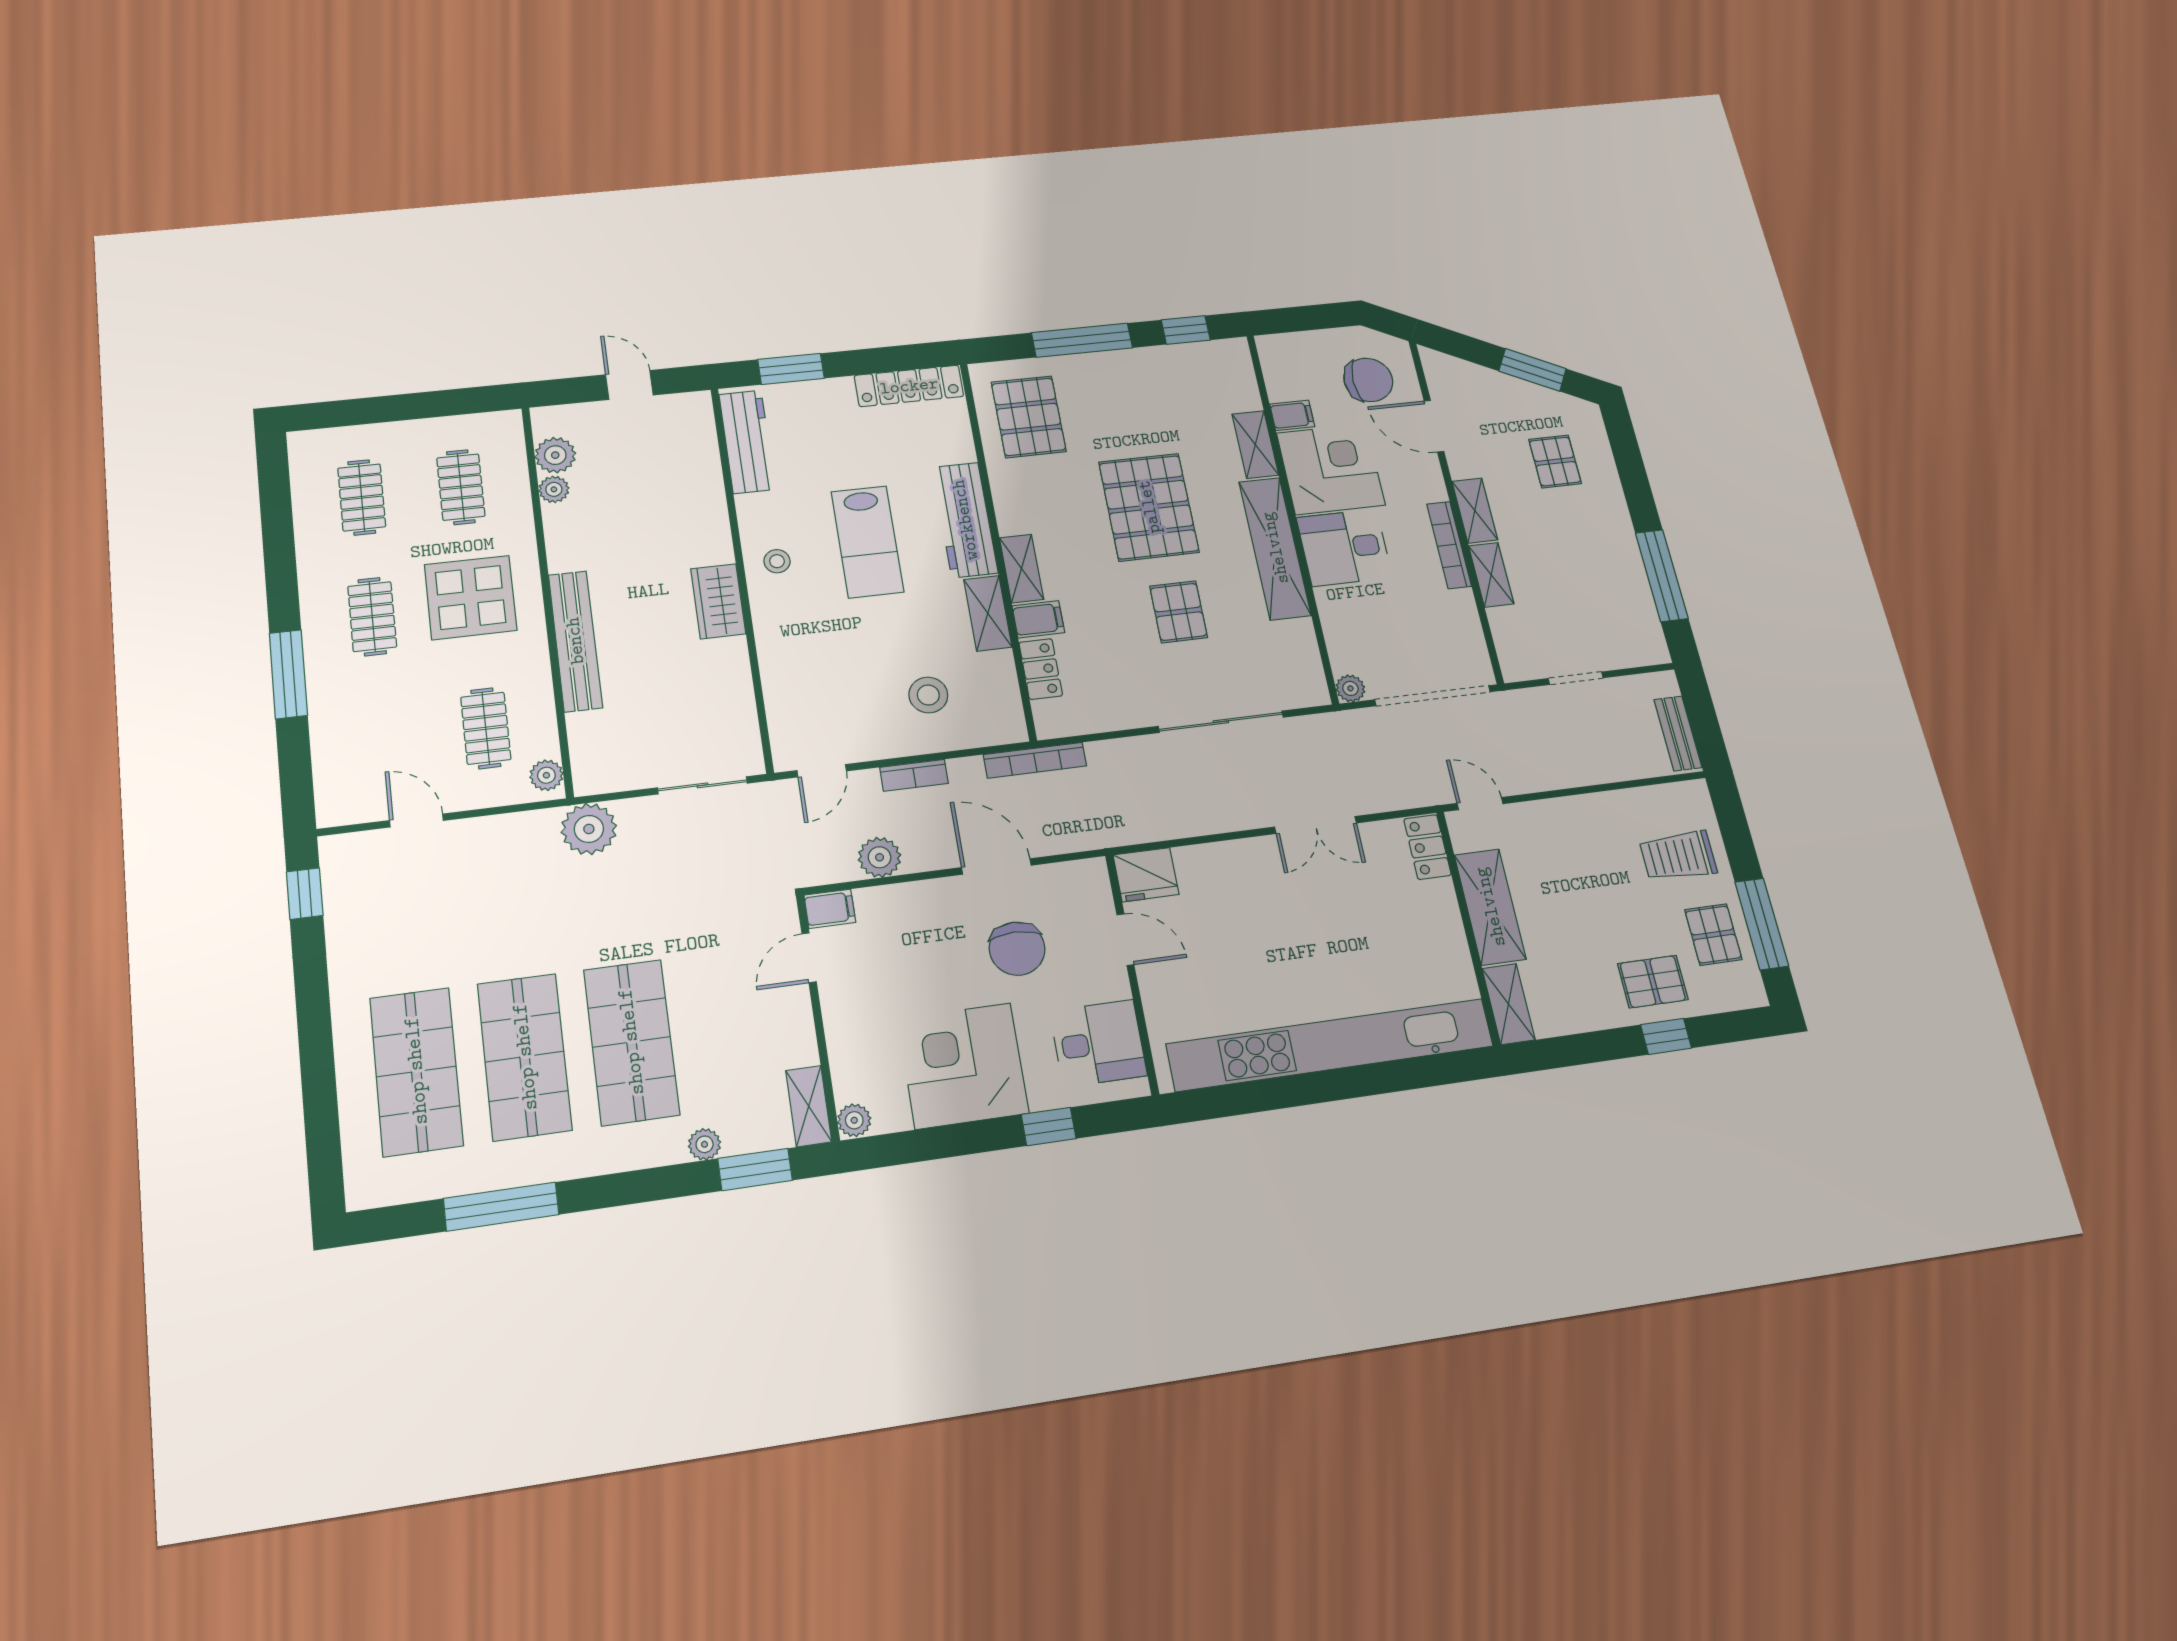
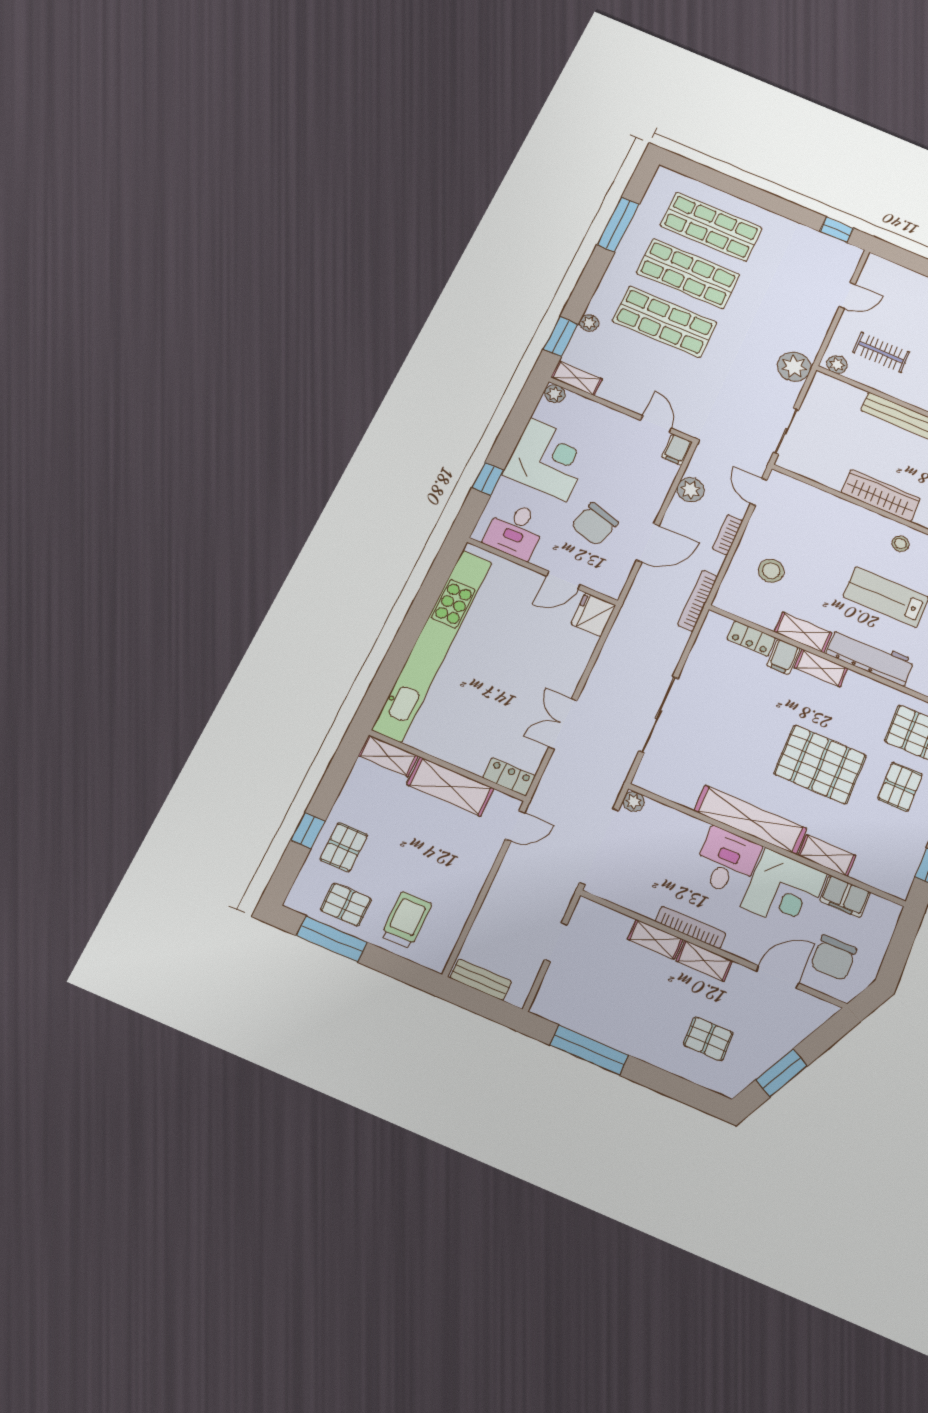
filing cabinet: (1292, 415) -> (845, 896), width x2.00
wardrobe: (718, 601) -> (881, 496), width x1.50
pallet: (1179, 612) -> (900, 787), moved, turned 90
chair: (1017, 949) -> (595, 524), turned -74

